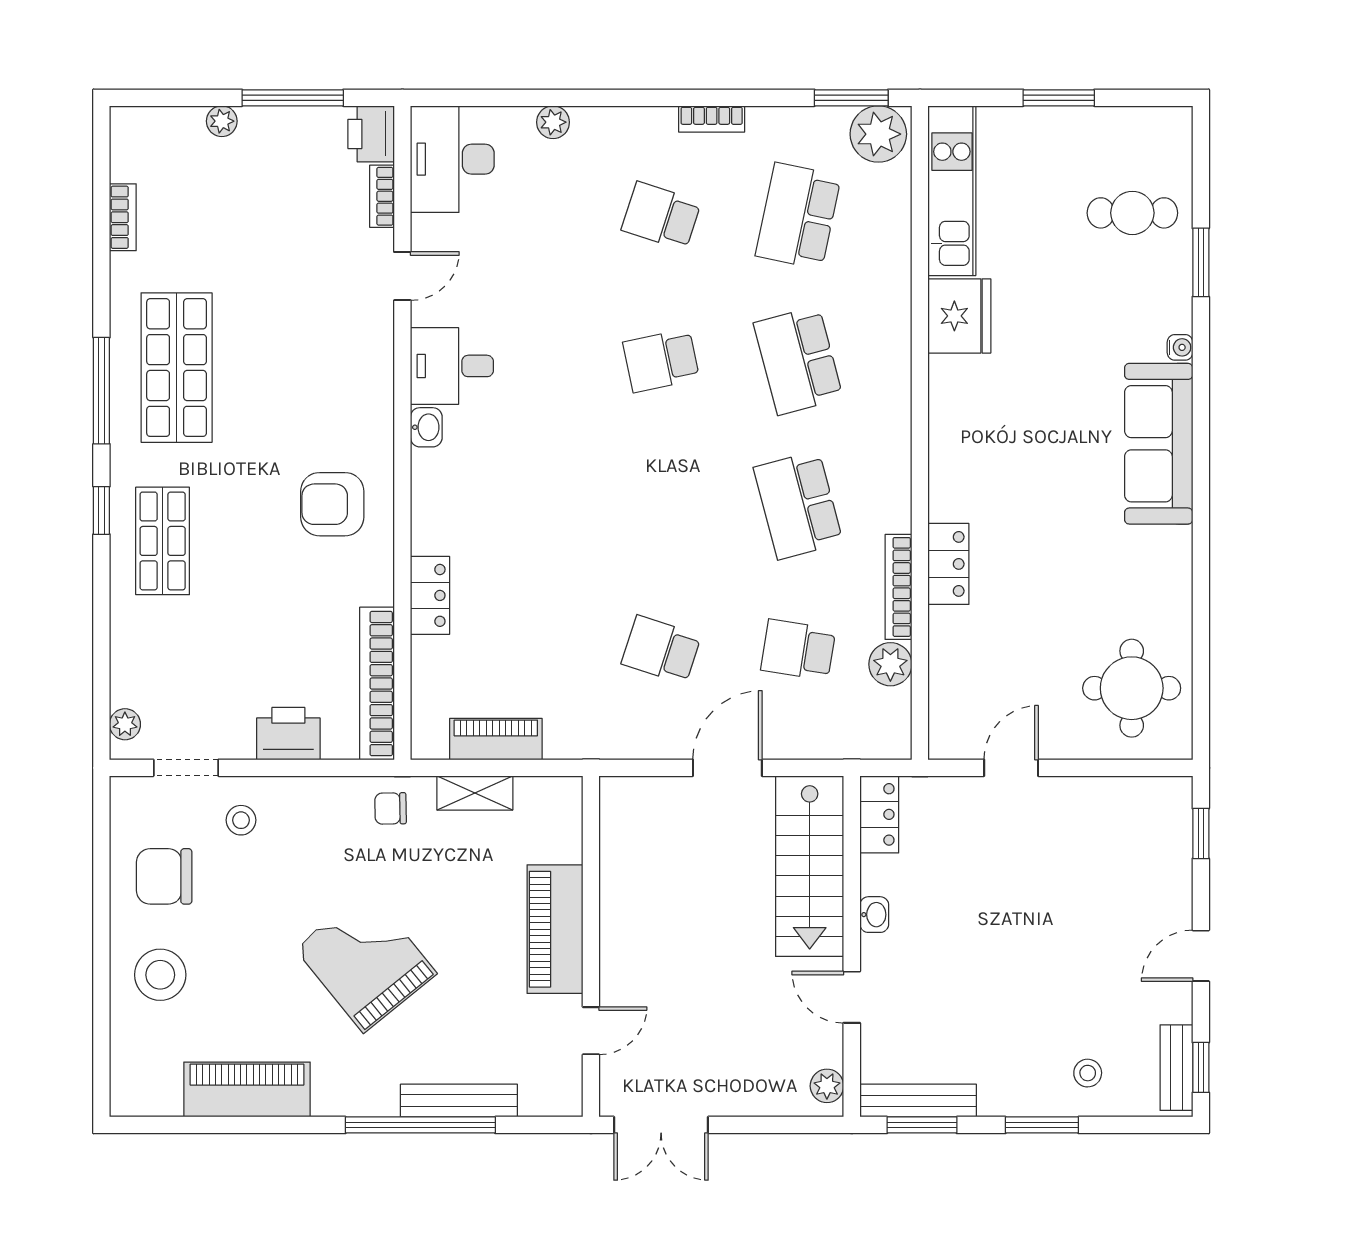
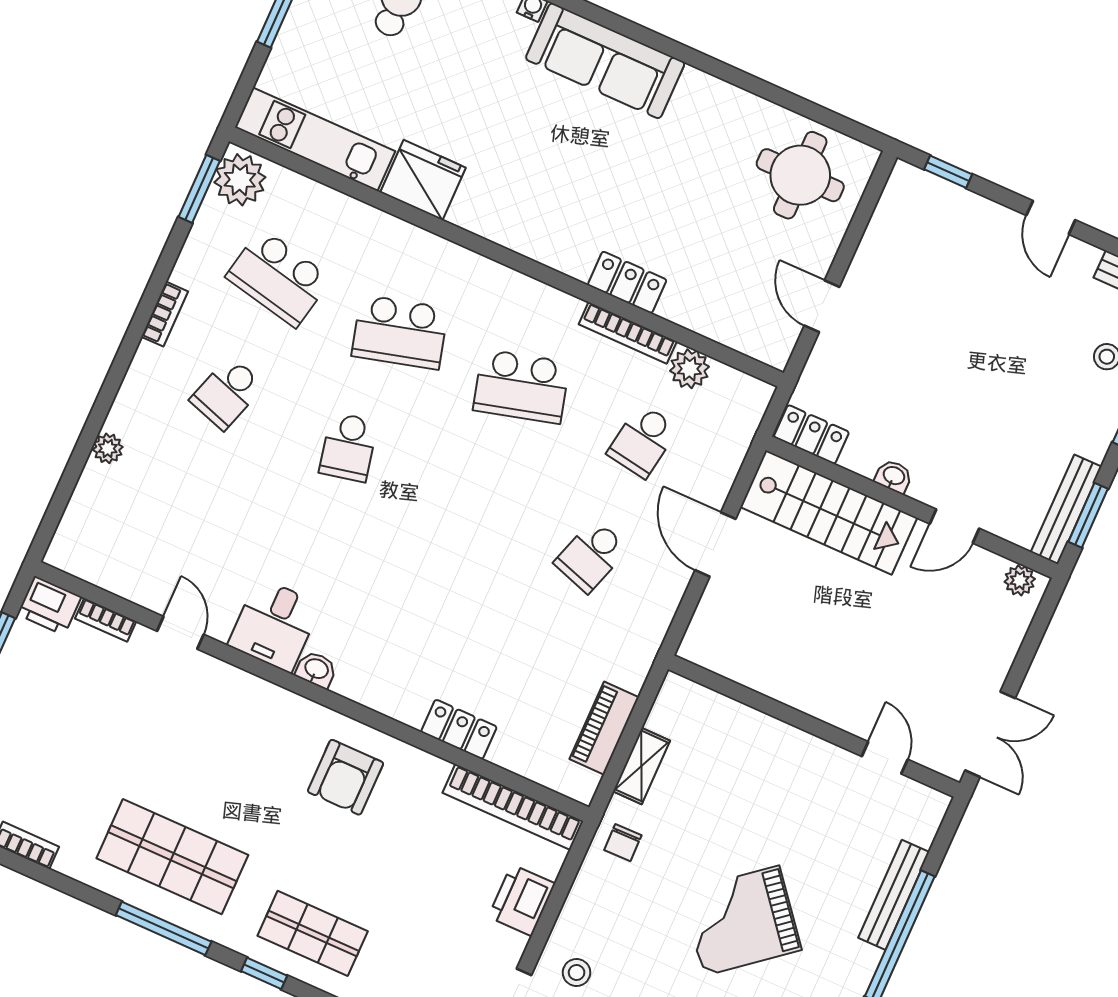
desk: (452, 159) -> (101, 547), removed
piano: (555, 929) -> (786, 750), removed

